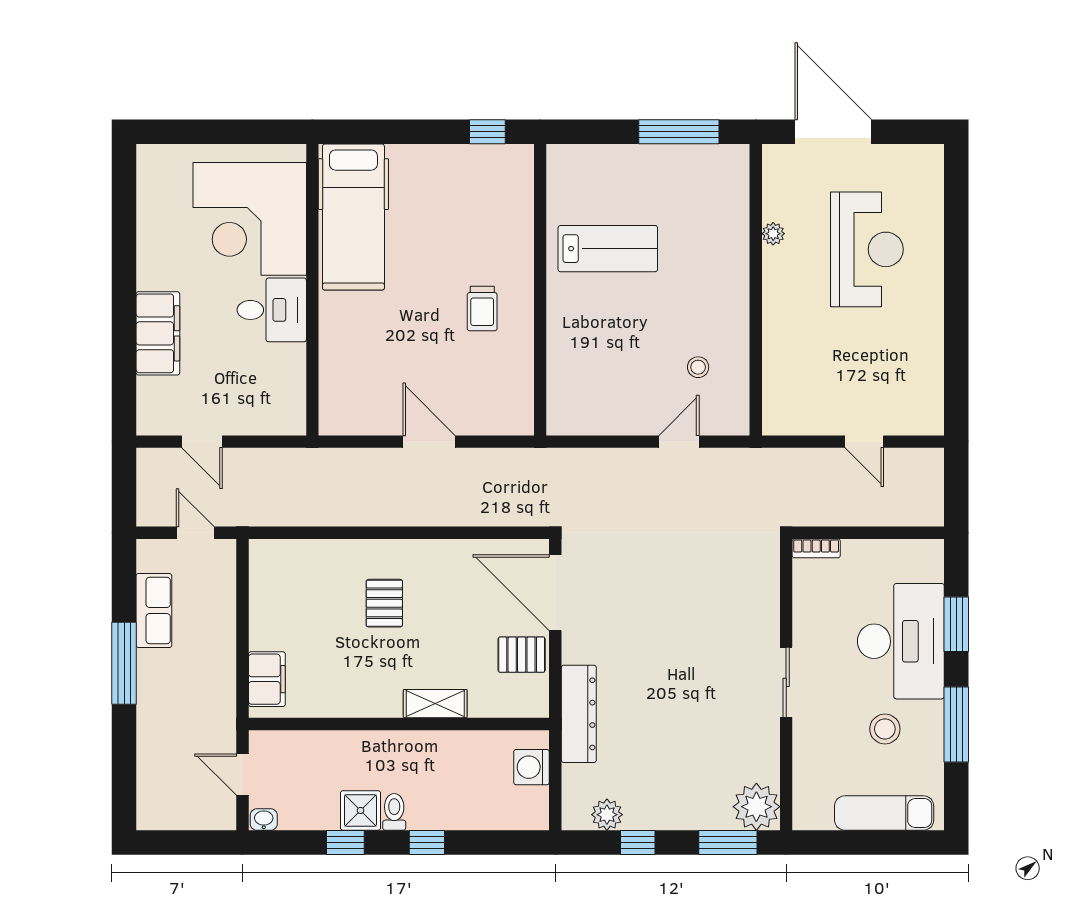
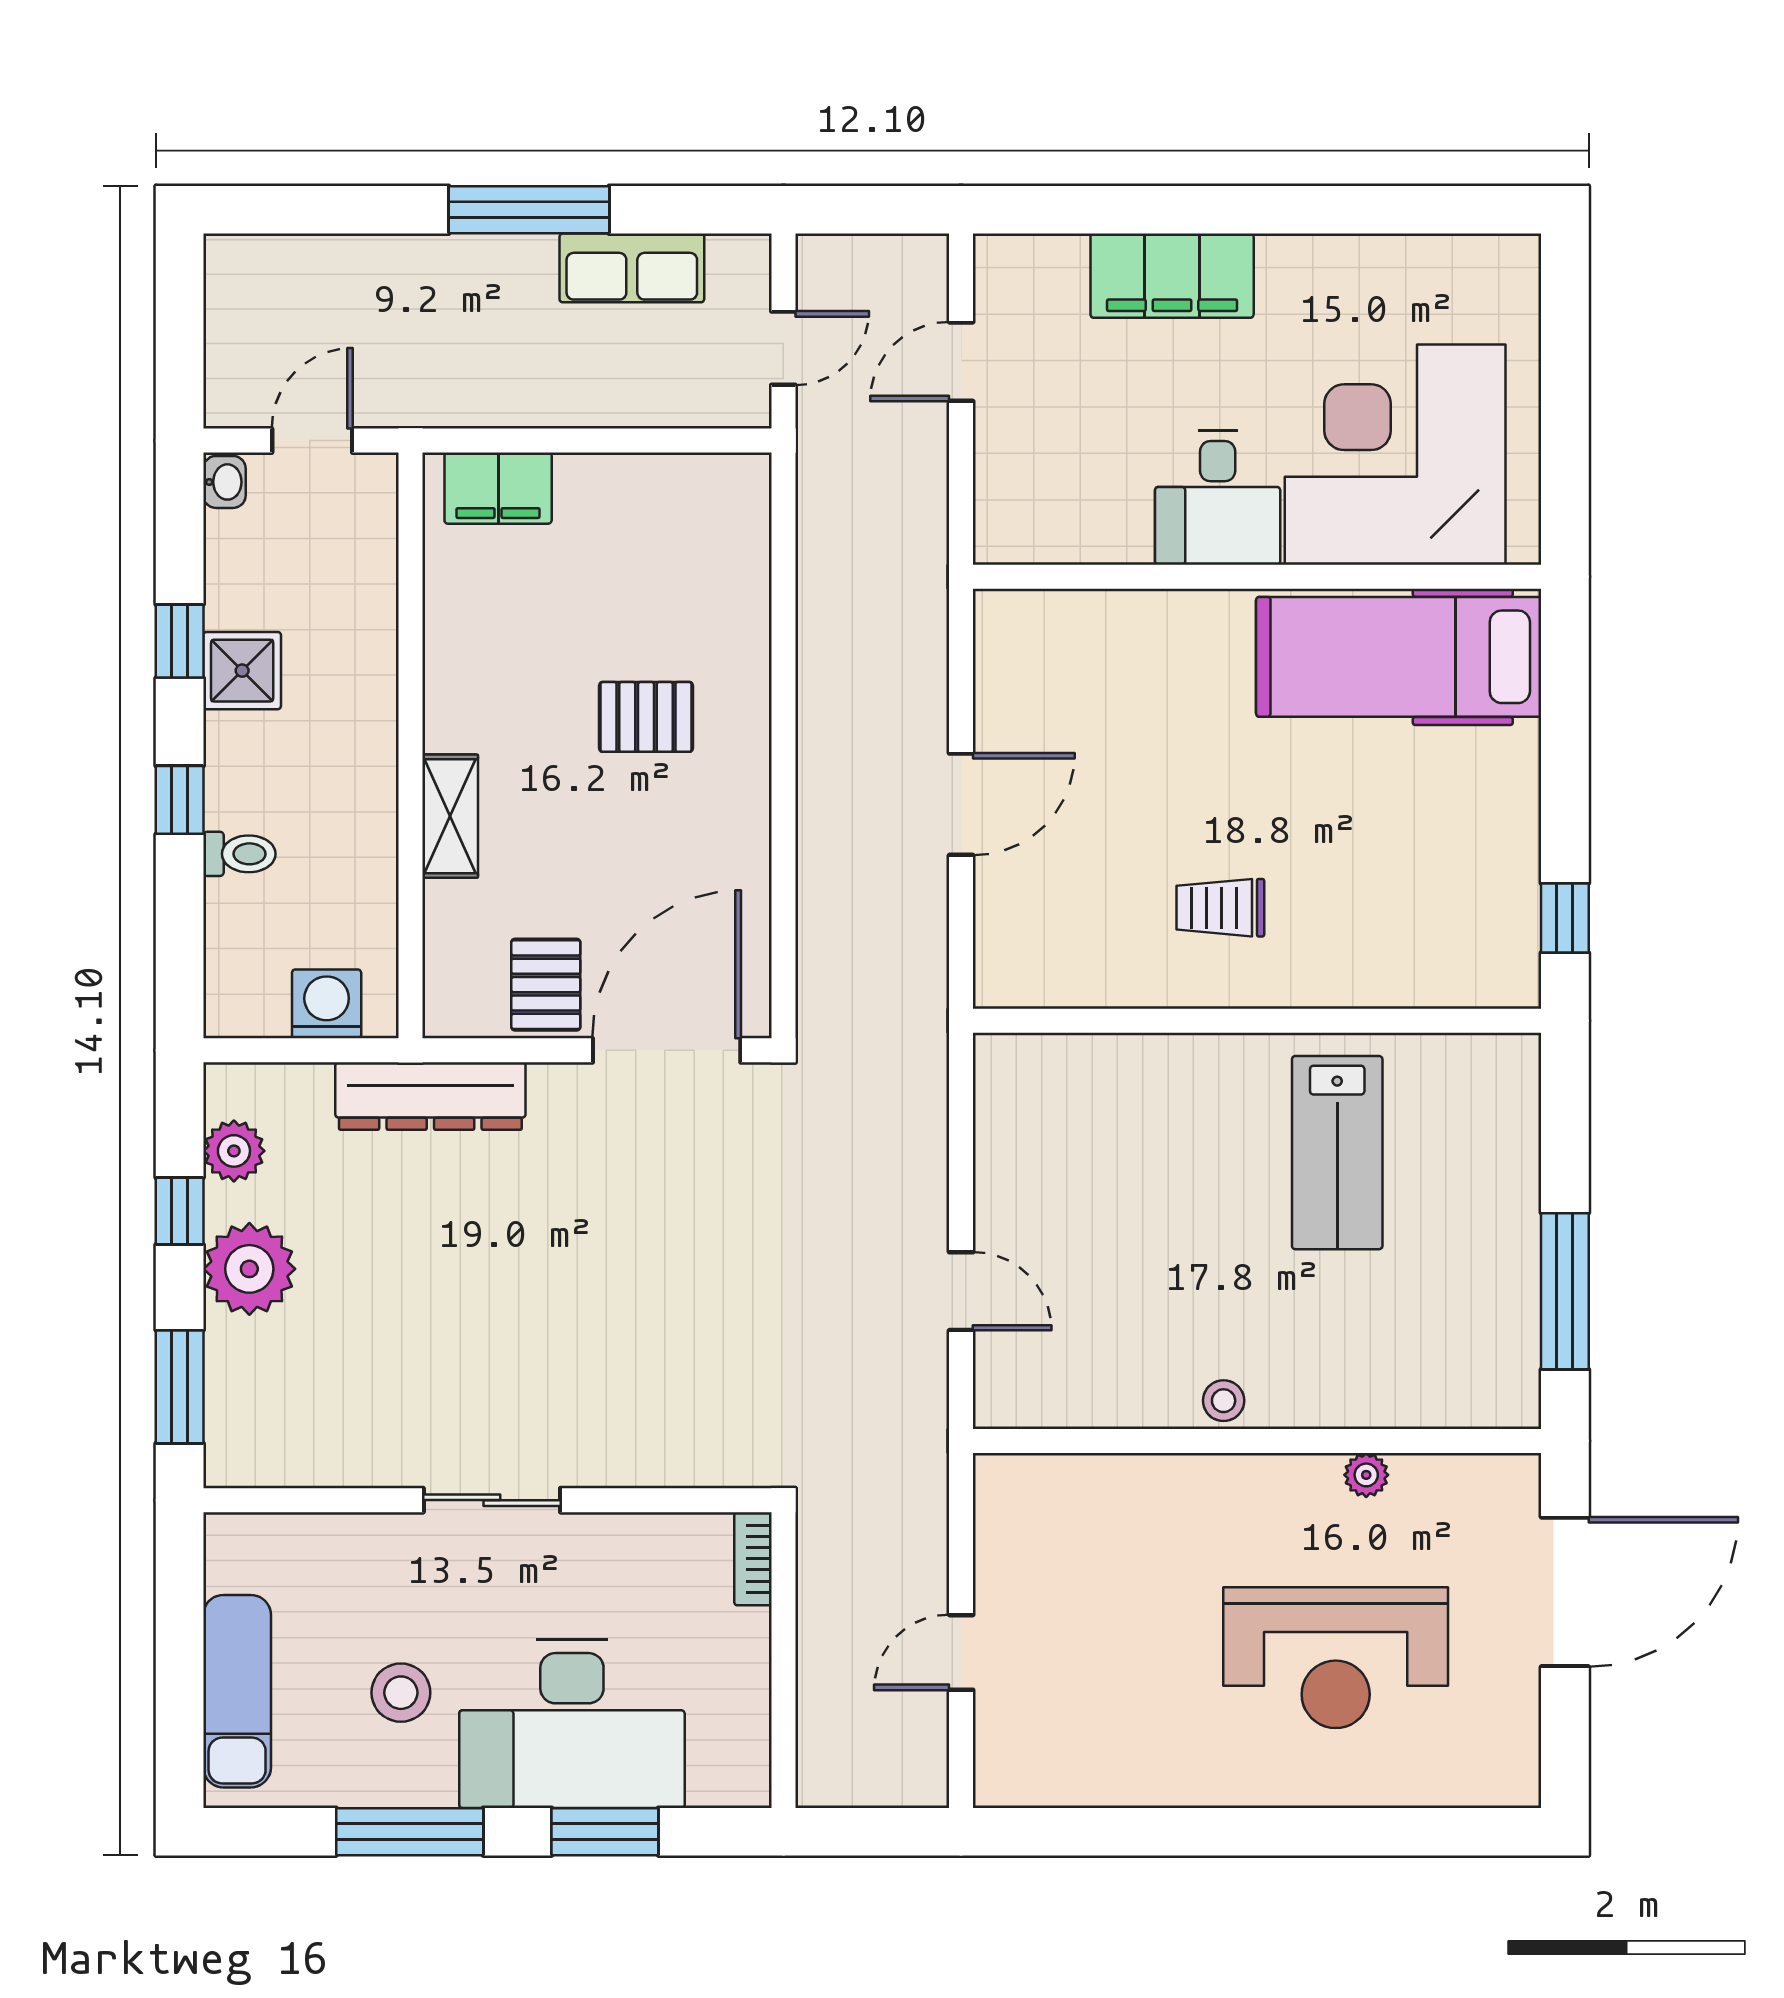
stool: (698, 367) -> (1224, 1401), moved
plant: (756, 807) -> (249, 1269), moved
toilet: (394, 812) -> (239, 854), moved

